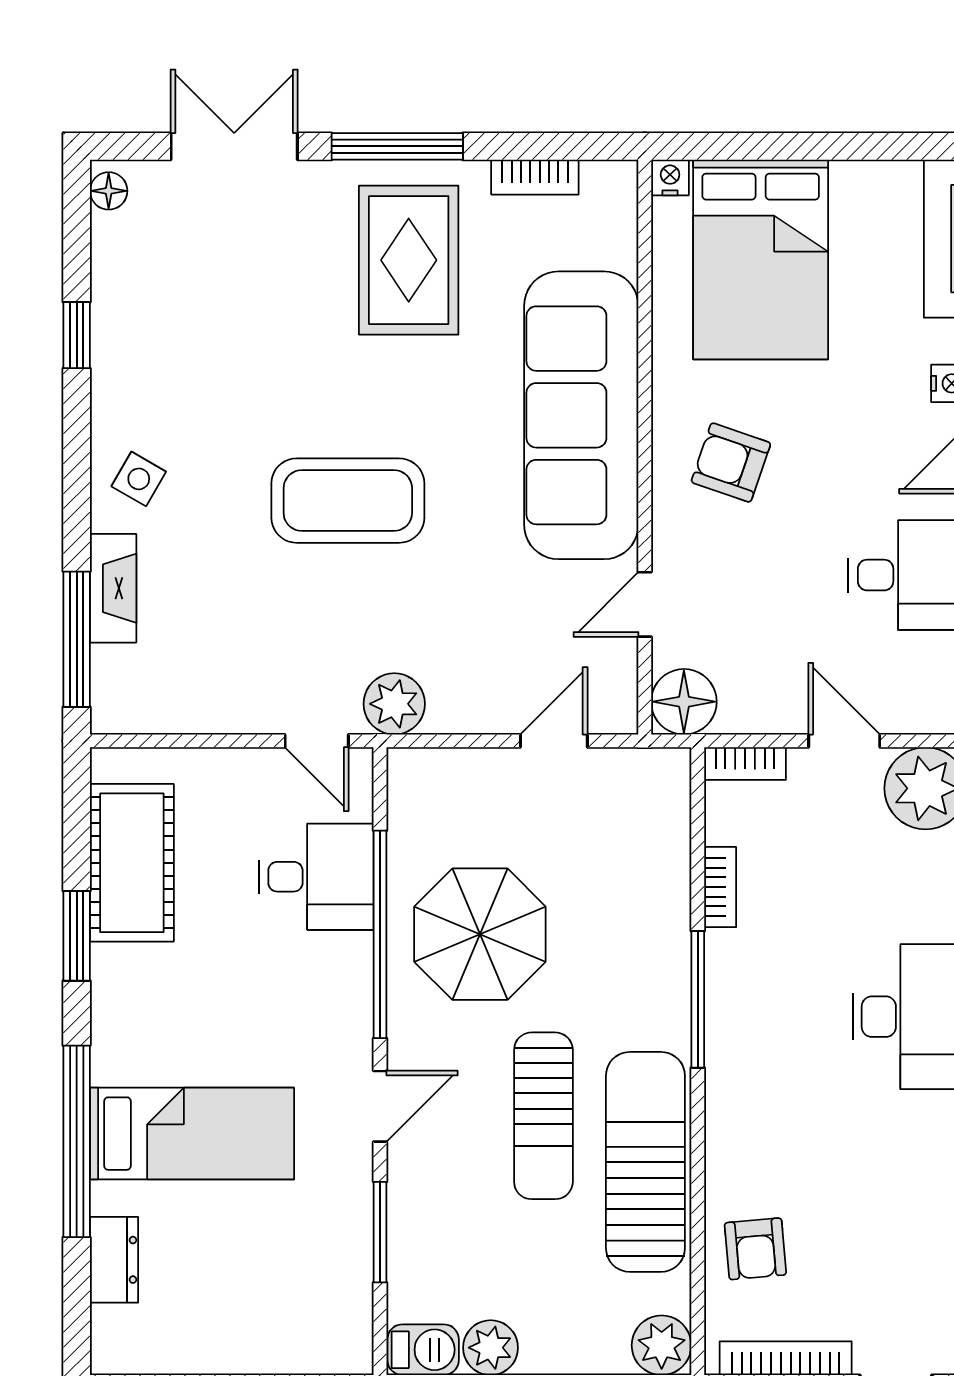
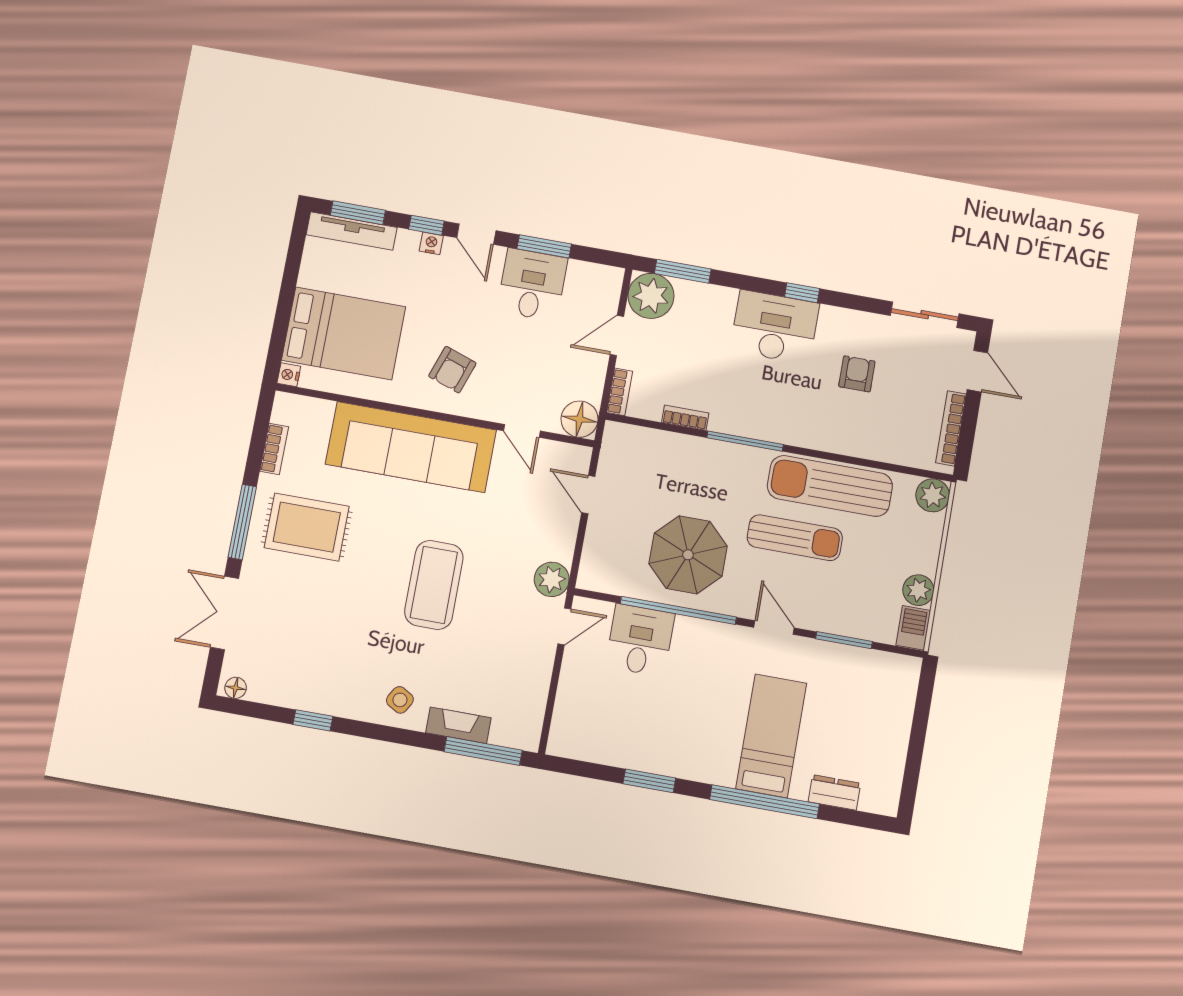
cot: (132, 863) -> (614, 742), removed
armchair: (755, 1249) -> (857, 374), moved, turned -85

